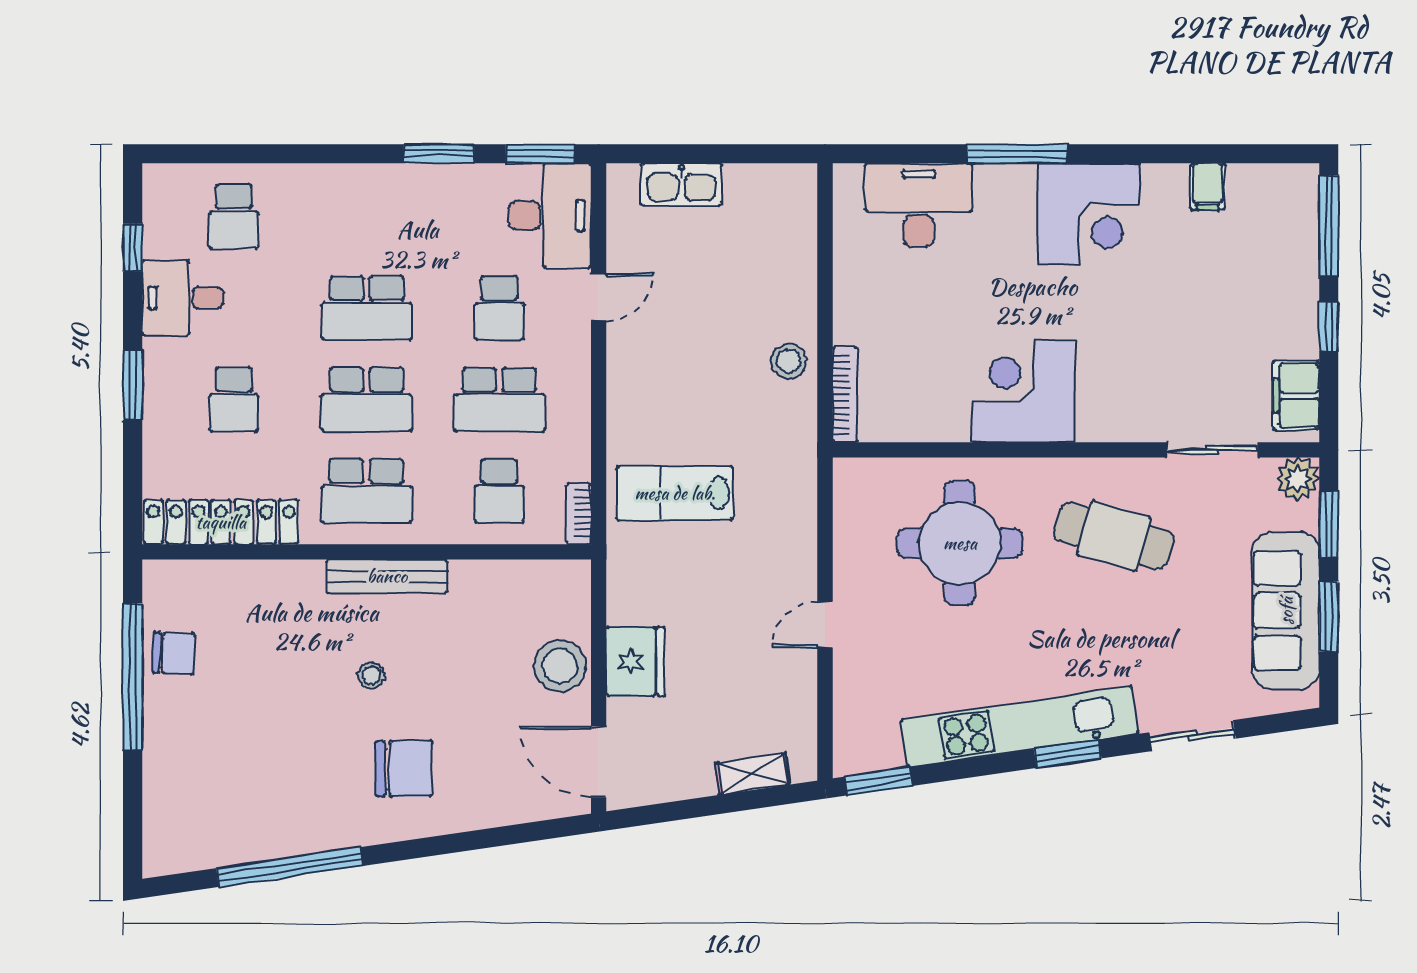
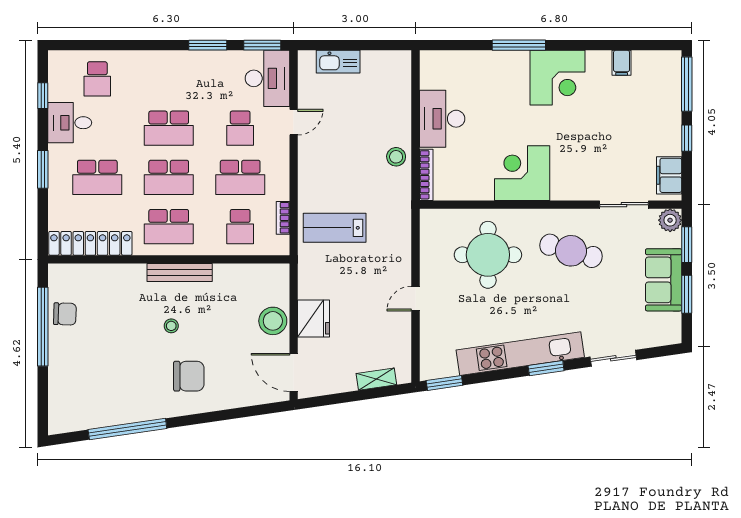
desk: (919, 205) -> (442, 119), moved, turned -90
school desk: (234, 399) -> (97, 177), width x1.85
bookcase: (579, 514) -> (283, 218), moved
sofa: (1286, 611) -> (664, 280), width x0.73

